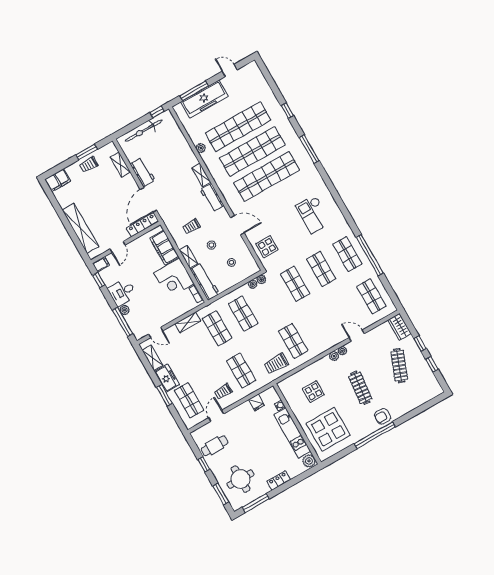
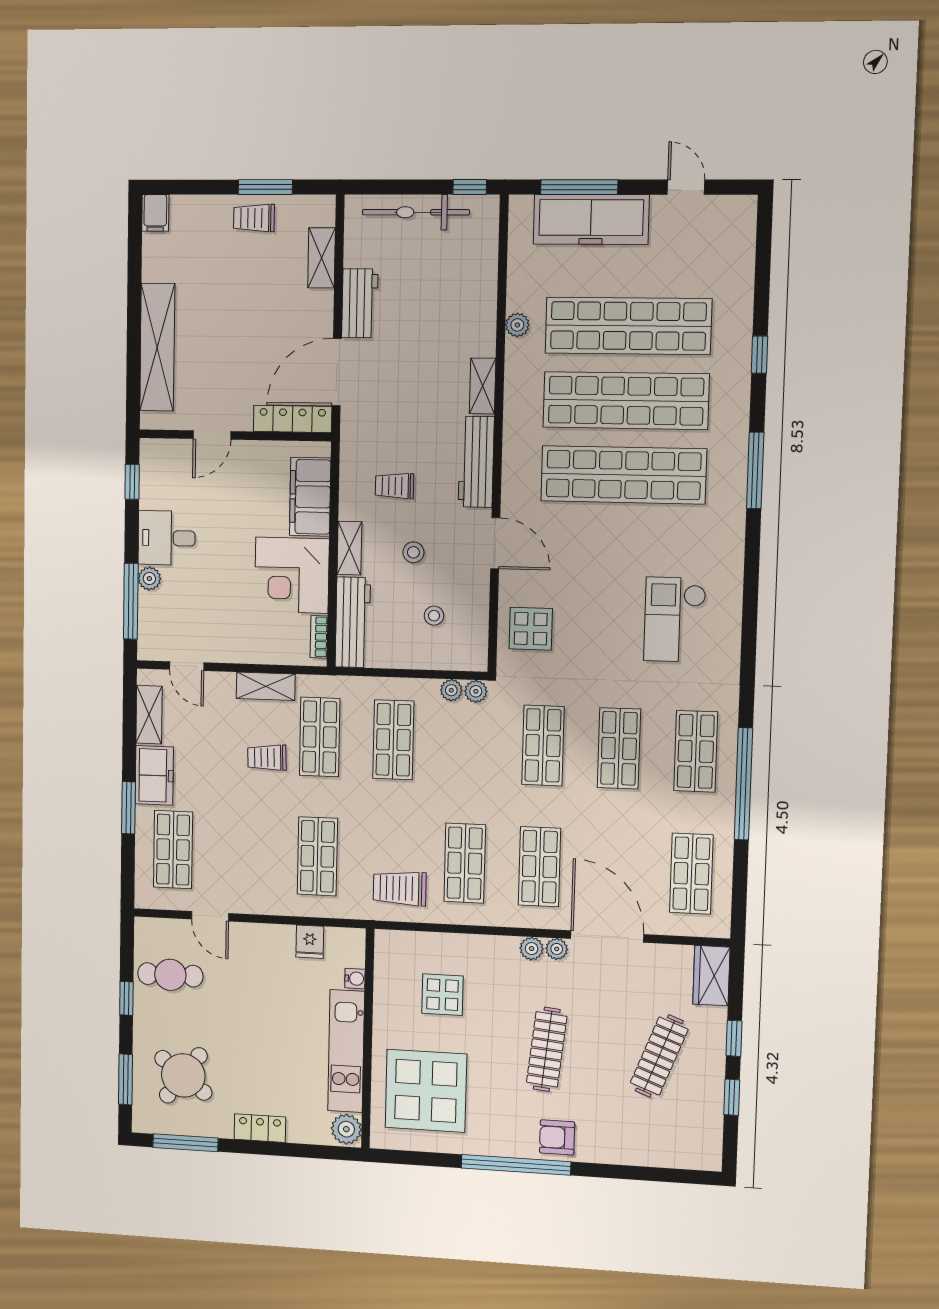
filing cabinet: (58, 180) -> (155, 213), width x0.50
workbench: (212, 197) -> (476, 462), width x1.38
filing cabinet: (101, 264) -> (156, 451), removed
shop shelf: (319, 326) -> (539, 867), added
door: (357, 336) -> (607, 937), width x1.88
trolley: (223, 391) -> (267, 758), moved
door: (216, 416) -> (210, 916), swing flipped
round table: (240, 479) -> (183, 1075), turned 37

